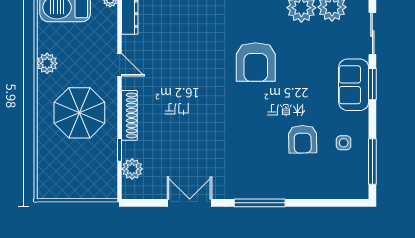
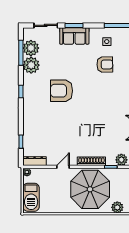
armchair: (256, 62) -> (62, 91), turned 180
plant: (47, 63) -> (117, 207), moved
parasol: (79, 113) -> (90, 189), width x1.36, depth x1.36

